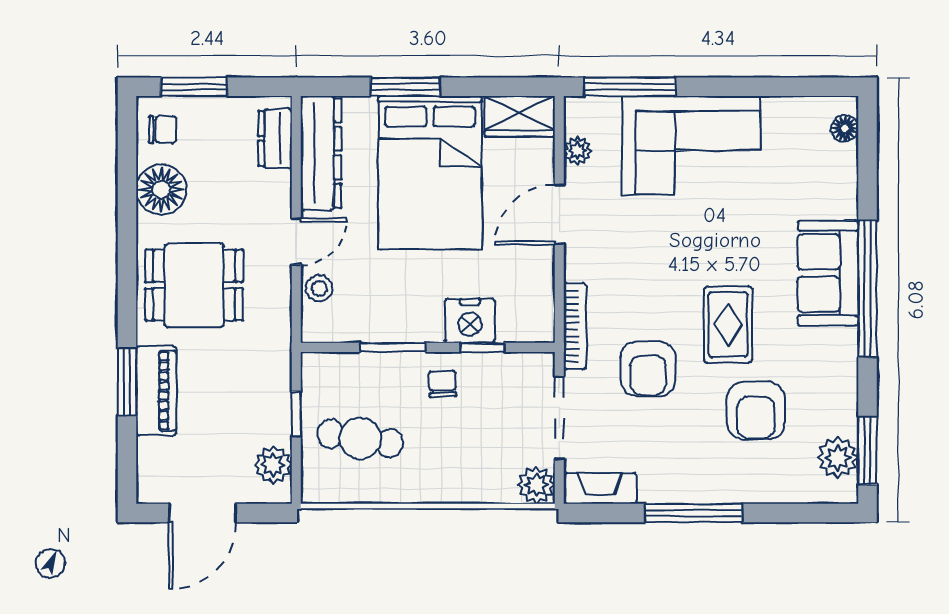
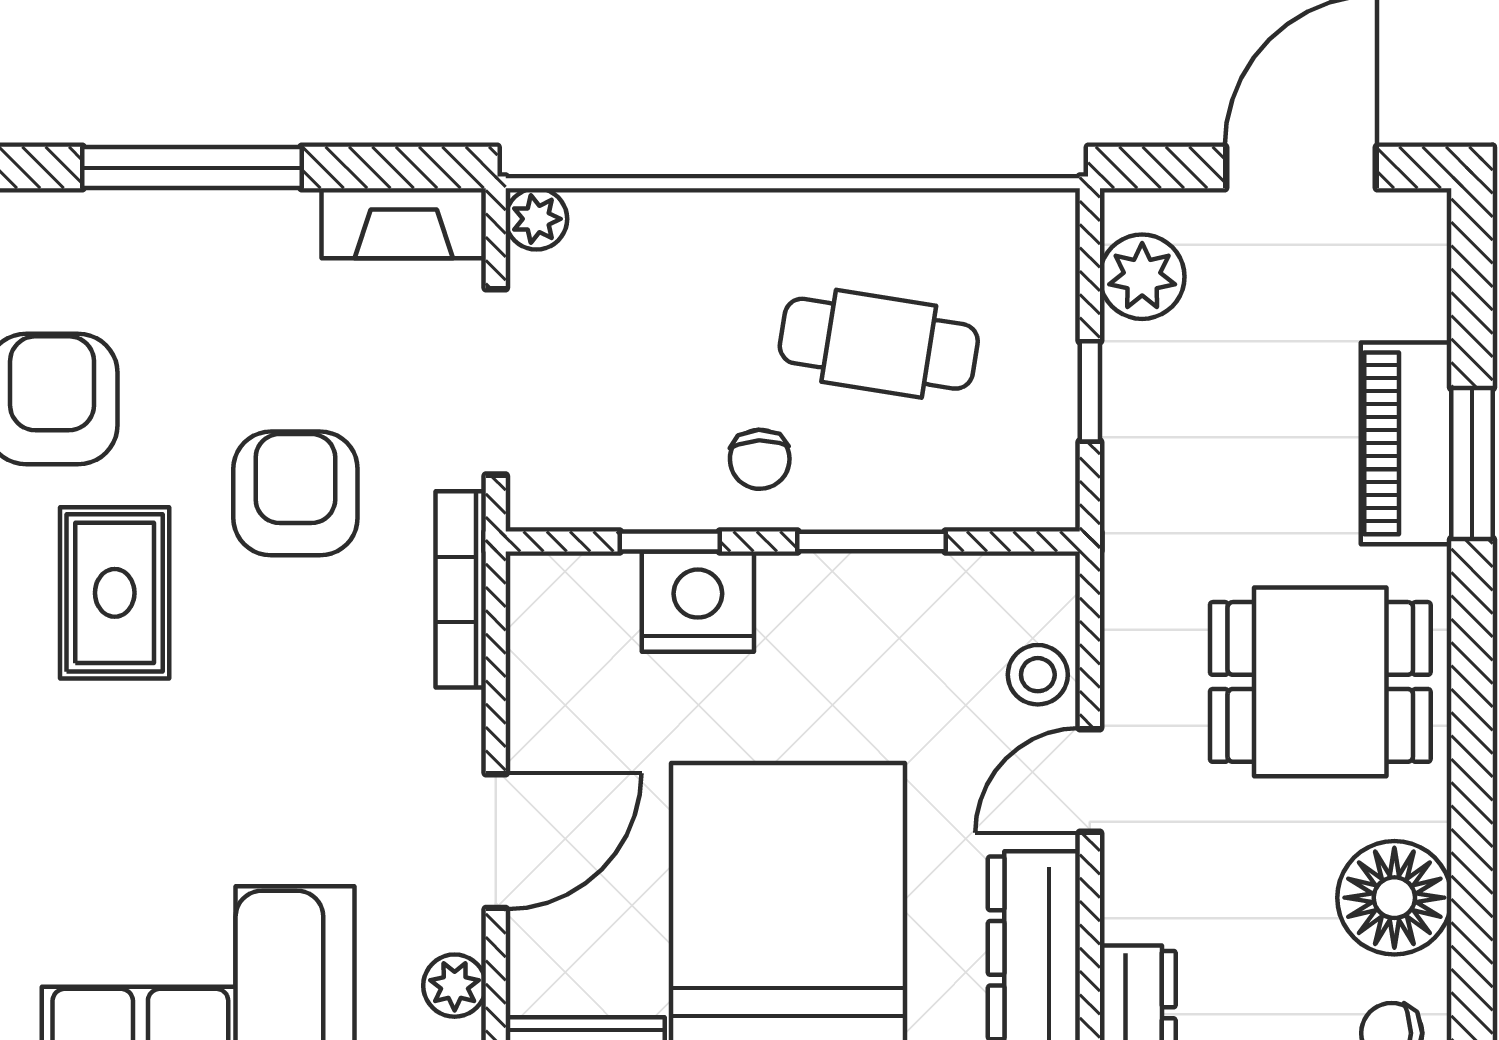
cafe table: (360, 438) -> (879, 344), moved
plant: (536, 485) -> (536, 219), width x0.73, depth x0.73

